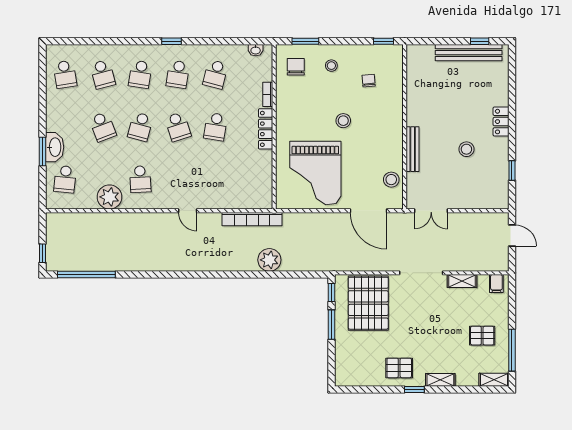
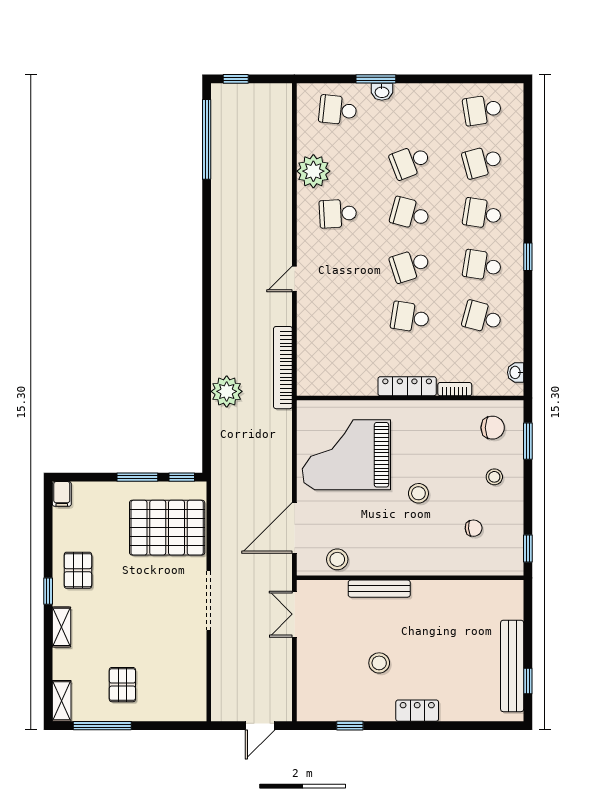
washbasin: (55, 147) -> (382, 92), width x0.52, depth x0.69
shelving: (462, 281) -> (198, 657), removed
filing cabinet: (496, 284) -> (62, 494), moved, turned -90

